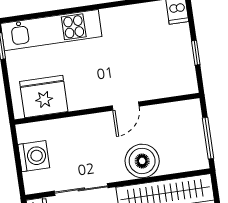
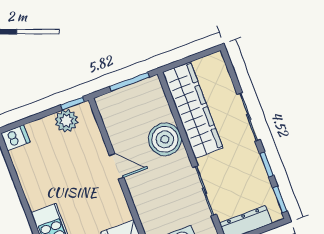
window: (196, 53) -> (73, 103), moved
plant: (183, 66) -> (66, 121), added

